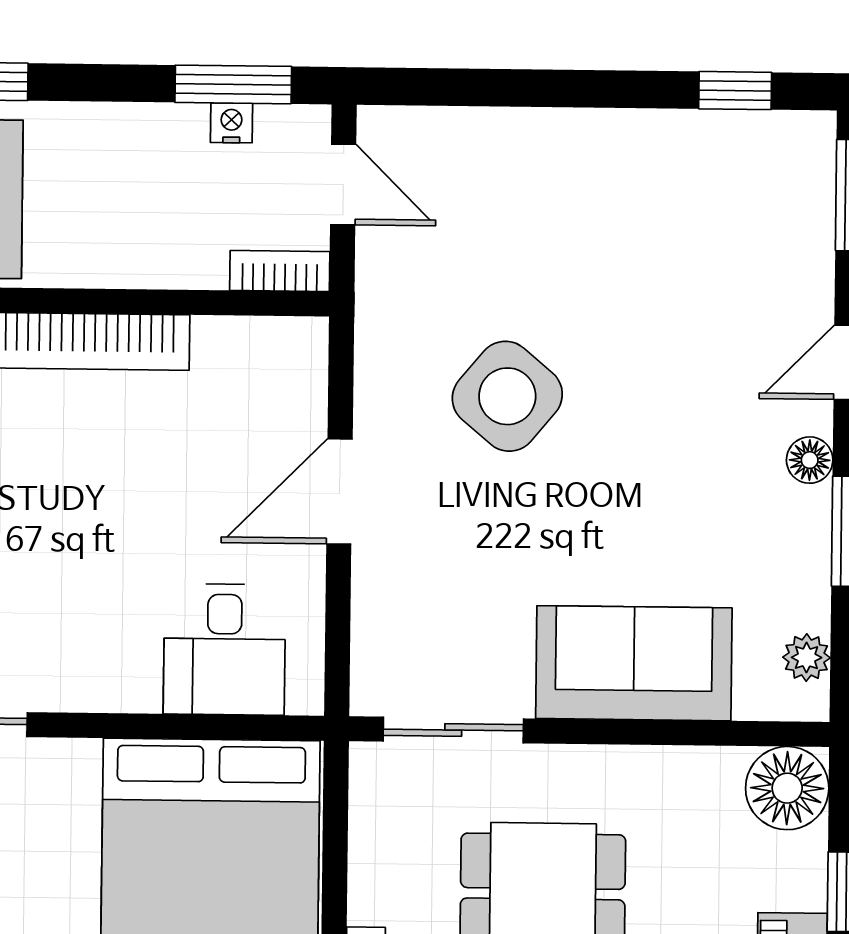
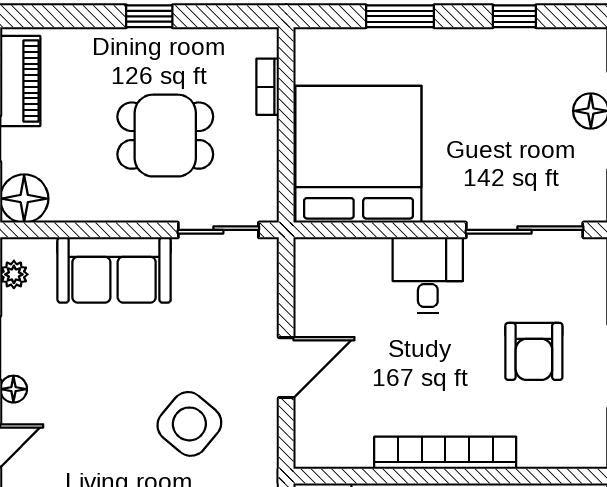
desk: (224, 649) -> (428, 275), moved

